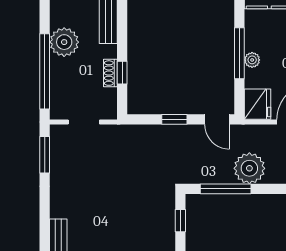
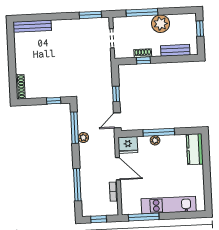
window: (45, 71) -> (142, 12), width x0.68
plant: (249, 168) -> (83, 138), width x0.53, depth x0.53

